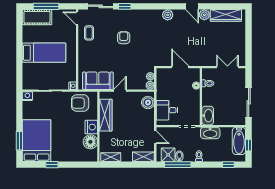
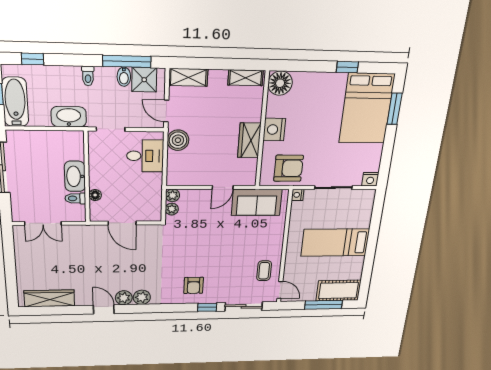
plant: (204, 15) -> (124, 298), moved
armchair: (124, 38) -> (194, 285), moved
boiler: (148, 103) -> (178, 140), moved
wardrobe: (106, 115) -> (249, 140), width x0.67
washbasin: (208, 116) -> (75, 176), moved
floor lamp: (90, 142) -> (280, 83), moved

